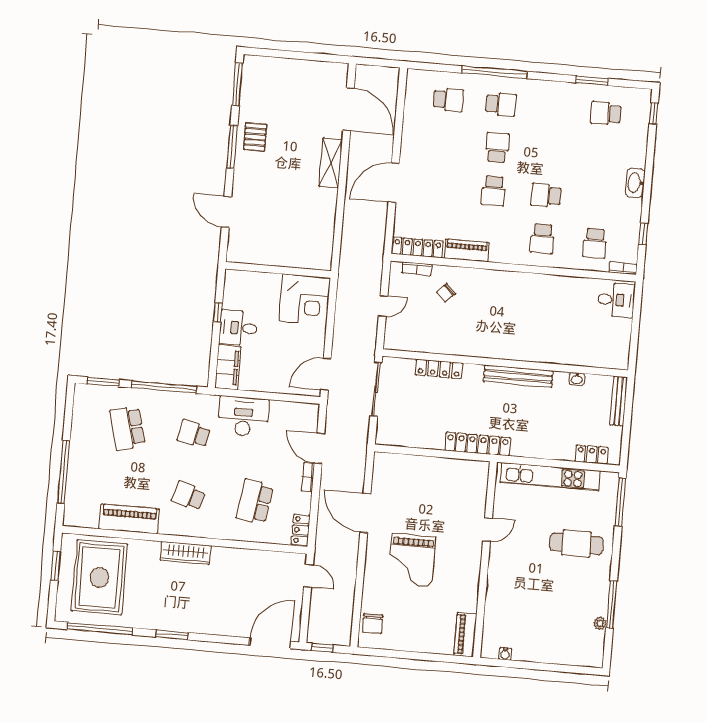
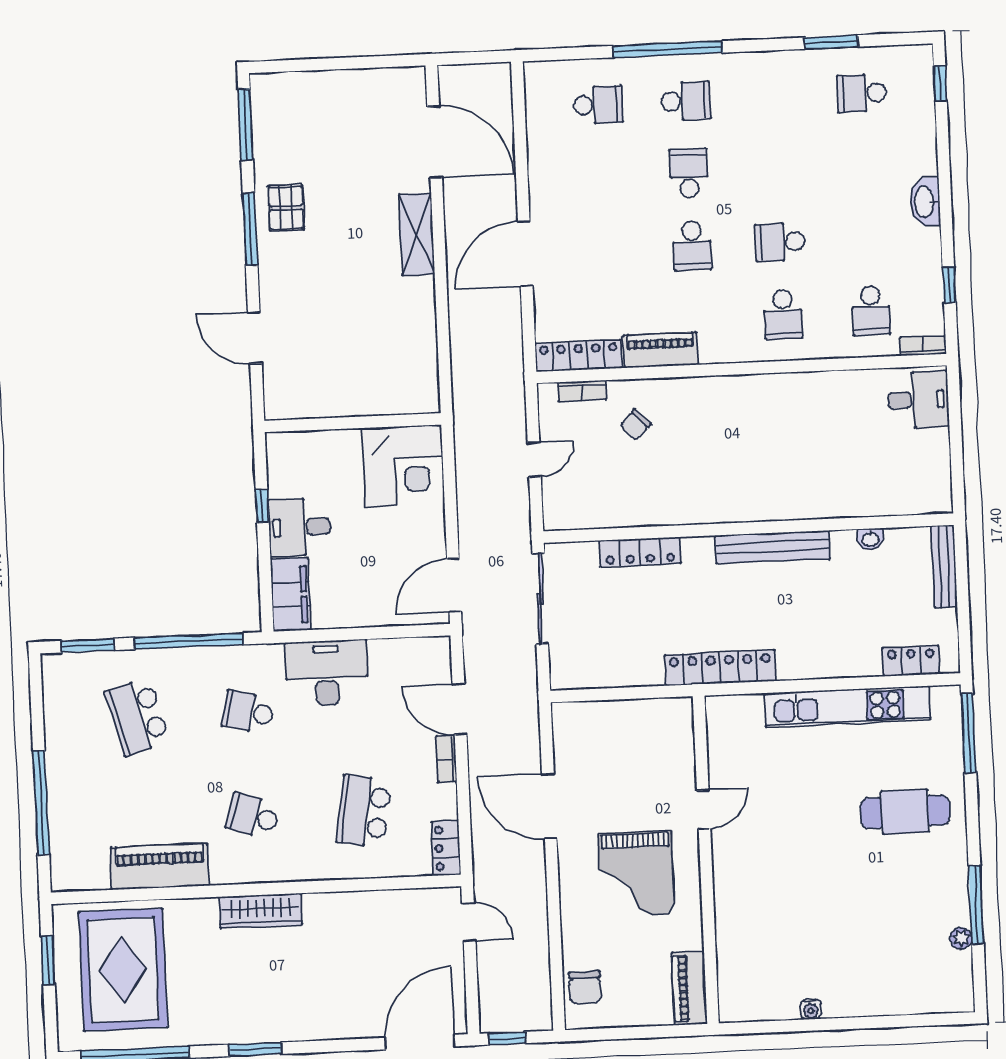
door: (488, 530) -> (704, 810), moved
wall: (485, 560) -> (706, 860), moved
piano: (465, 635) -> (689, 988), moved

